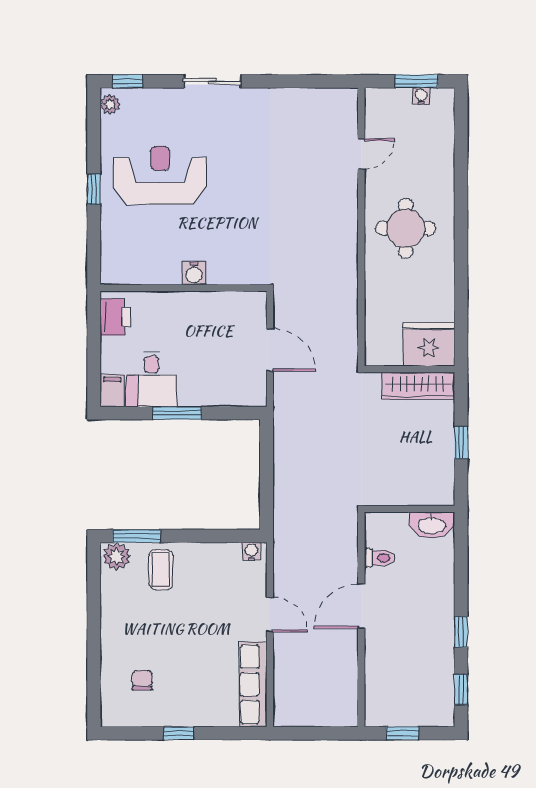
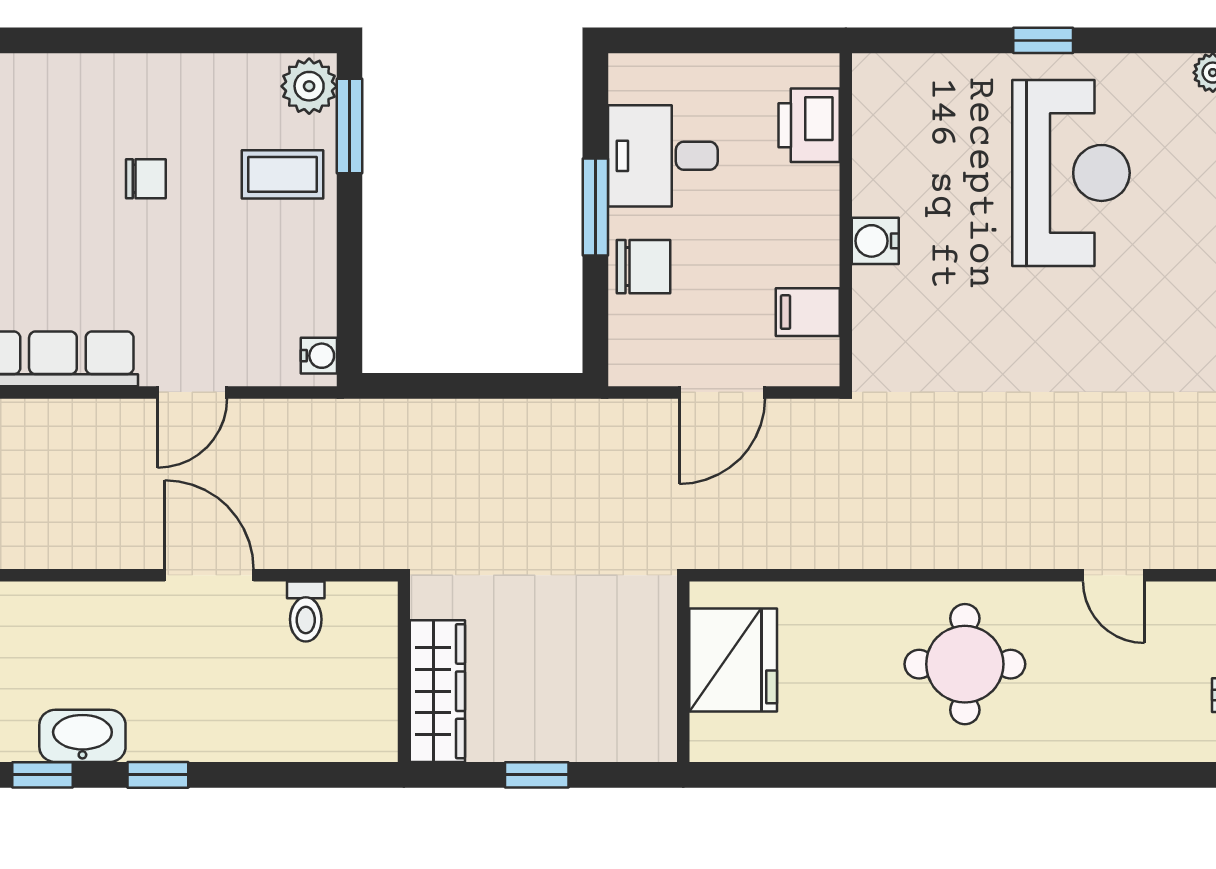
printer: (115, 317) -> (809, 125), moved, turned 90
fridge: (429, 344) -> (733, 660), moved
wardrobe: (418, 386) -> (437, 691), moved, turned 180
chair: (207, 389) -> (644, 267), added
filing cabinet: (112, 391) -> (808, 312), moved, turned 180
washbasin: (432, 525) -> (82, 736), moved, turned 90
chair: (142, 680) -> (146, 179), moved

